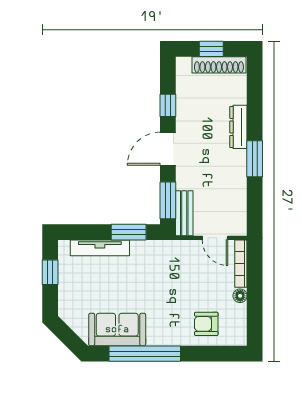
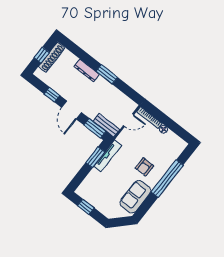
tv unit: (100, 248) -> (108, 156), moved
armchair: (206, 324) -> (144, 167), moved
window: (145, 354) -> (167, 179), moved

